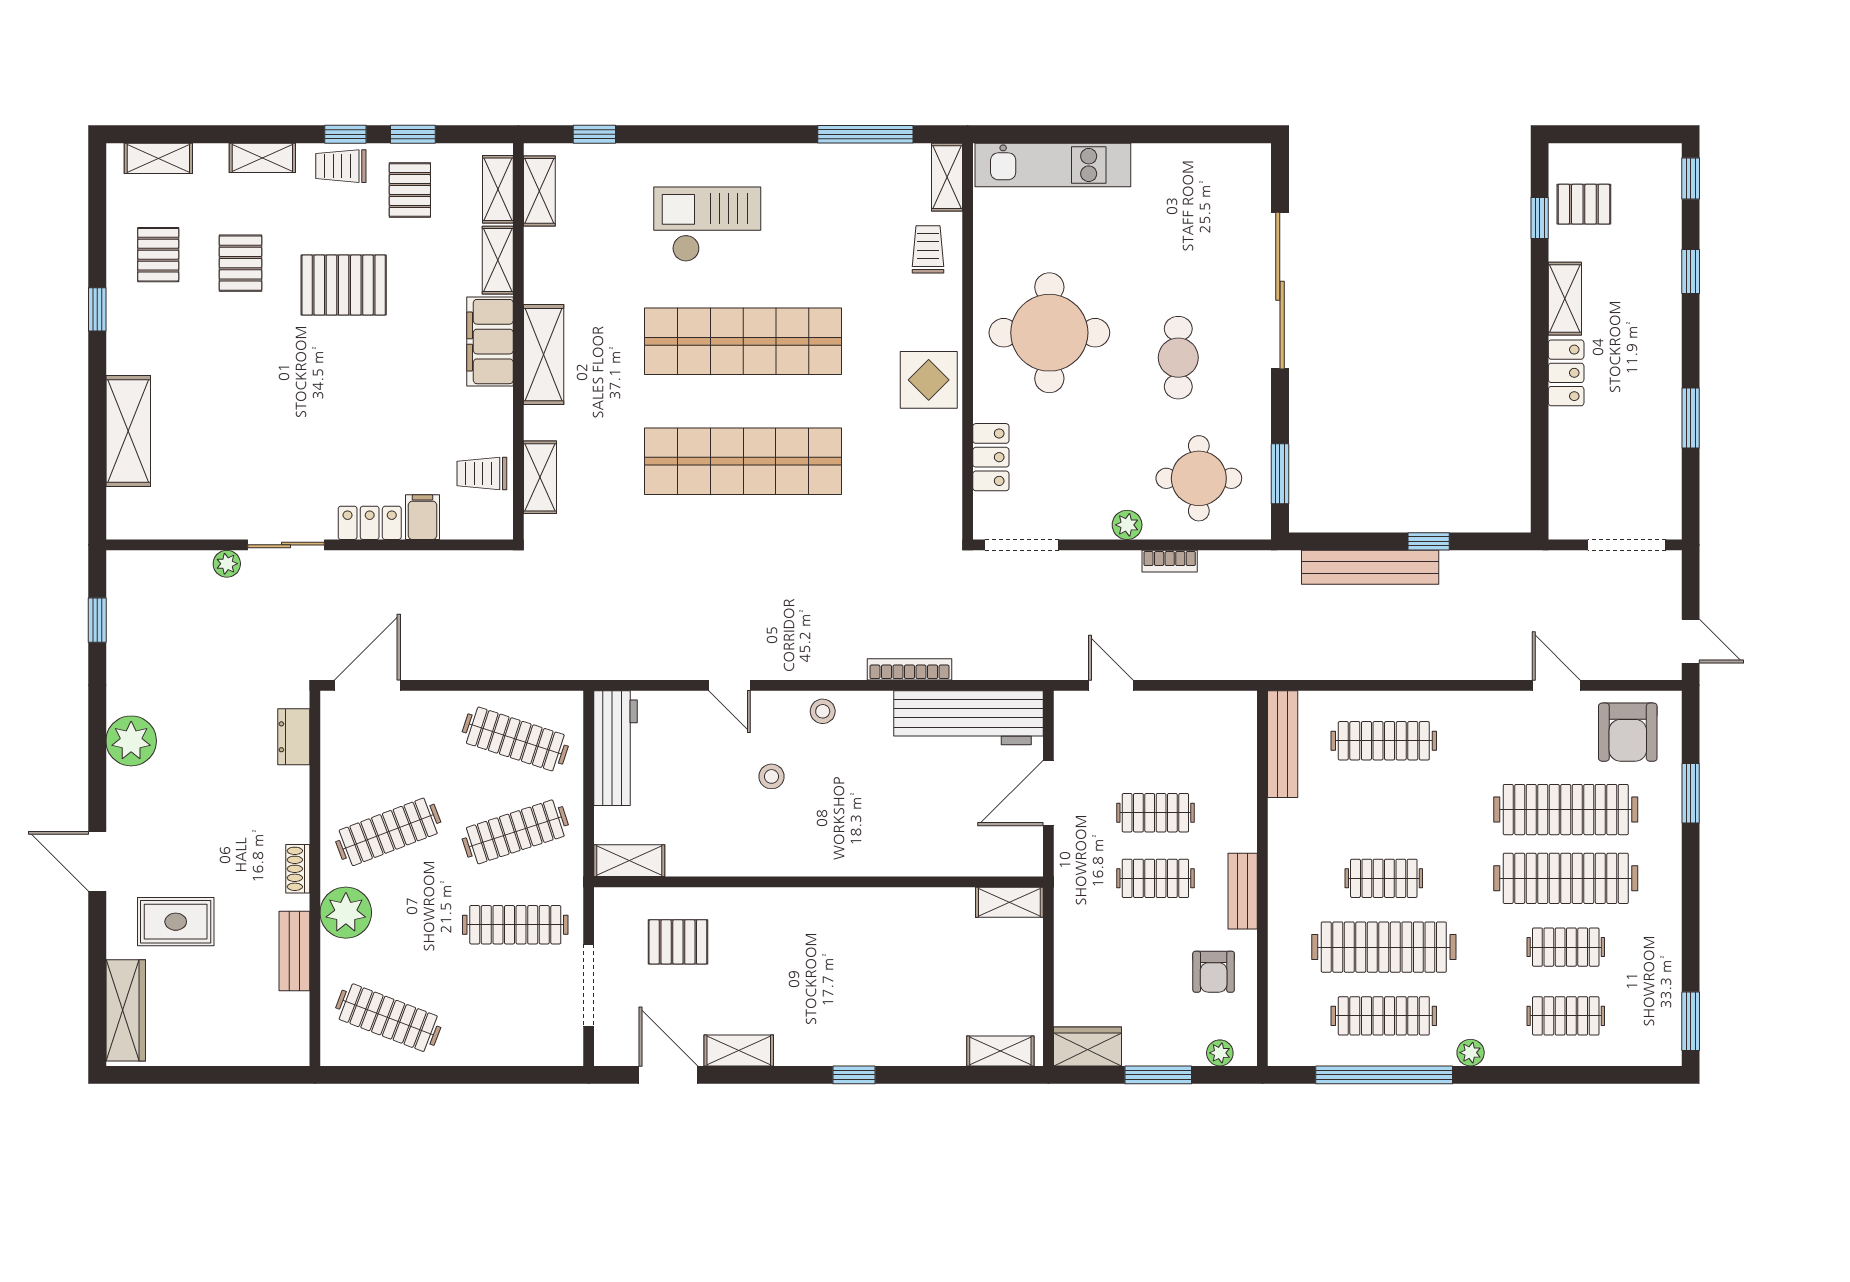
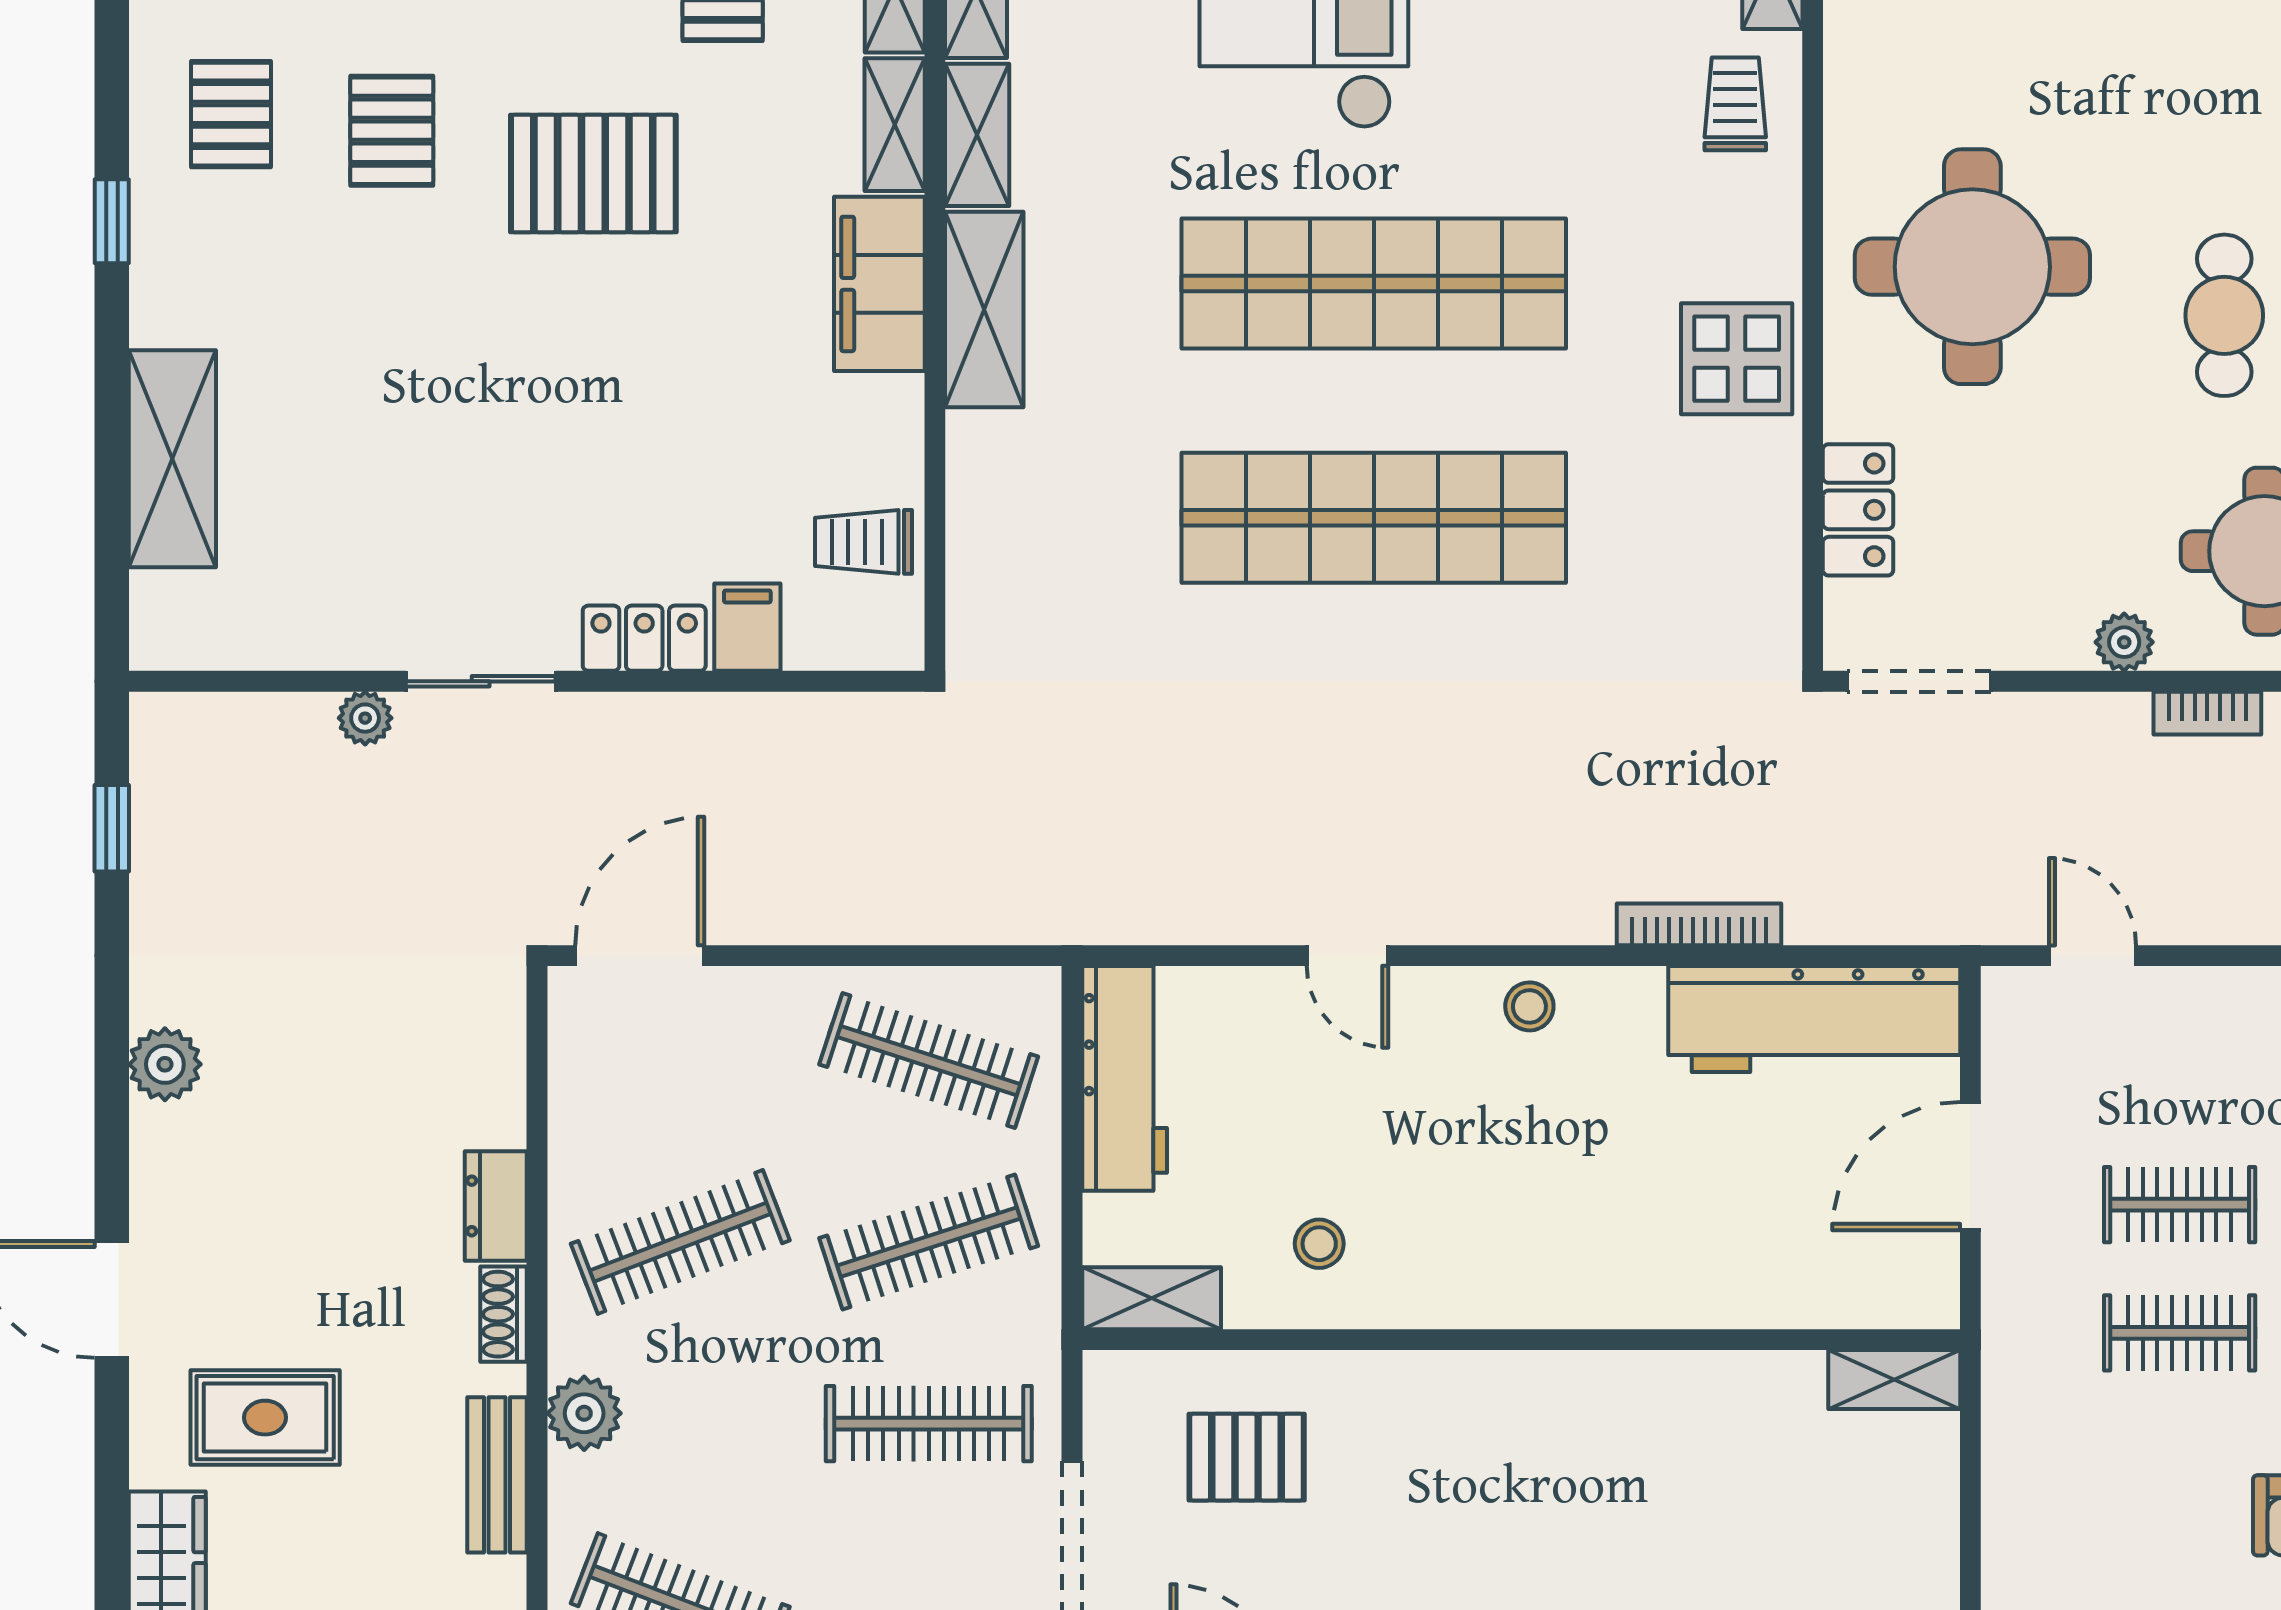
shelving: (540, 477) -> (977, 135), moved
dresser: (294, 737) -> (496, 1206), moved
plant: (131, 741) -> (165, 1064), width x0.73, depth x0.73
stool: (771, 776) -> (1319, 1244), moved
plant: (346, 913) -> (584, 1413), width x0.73, depth x0.73

